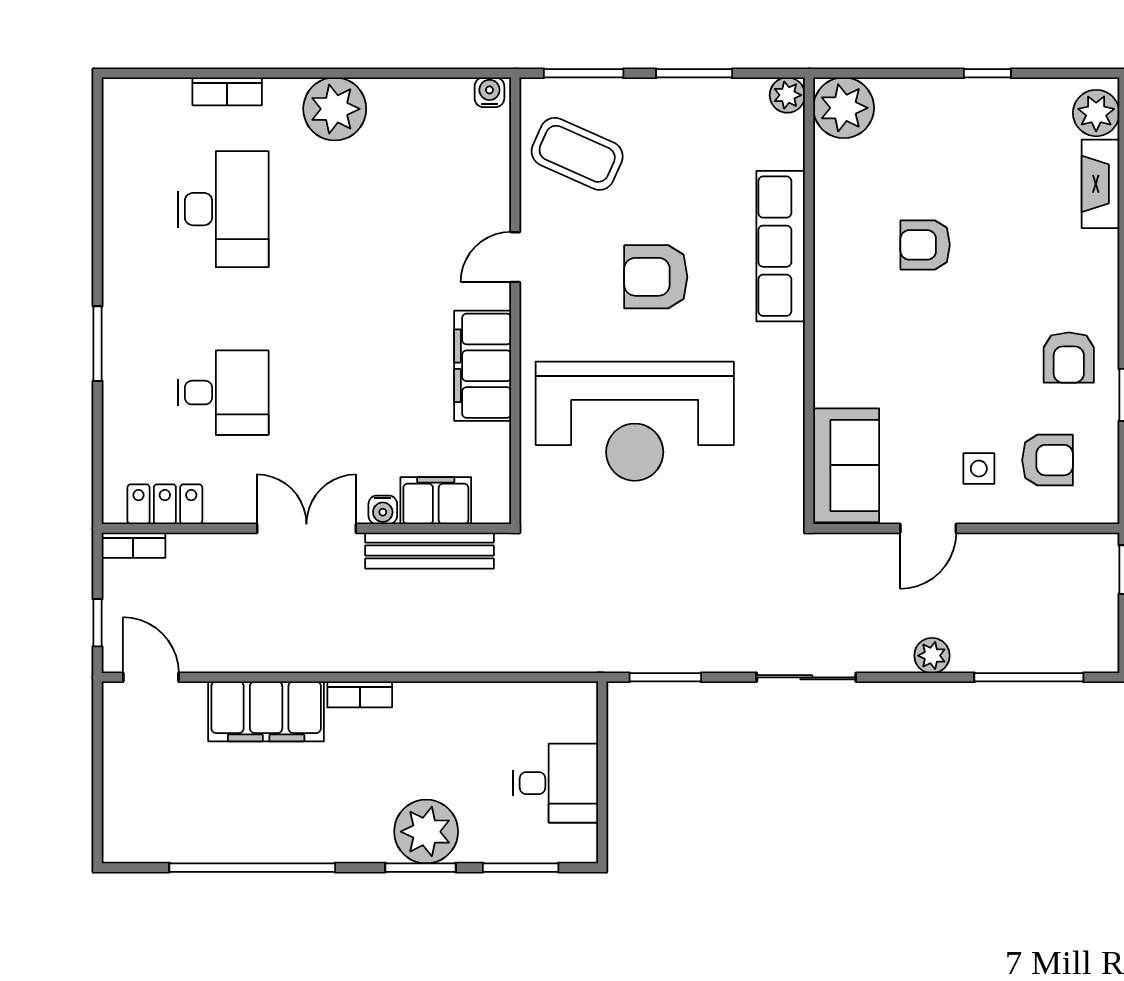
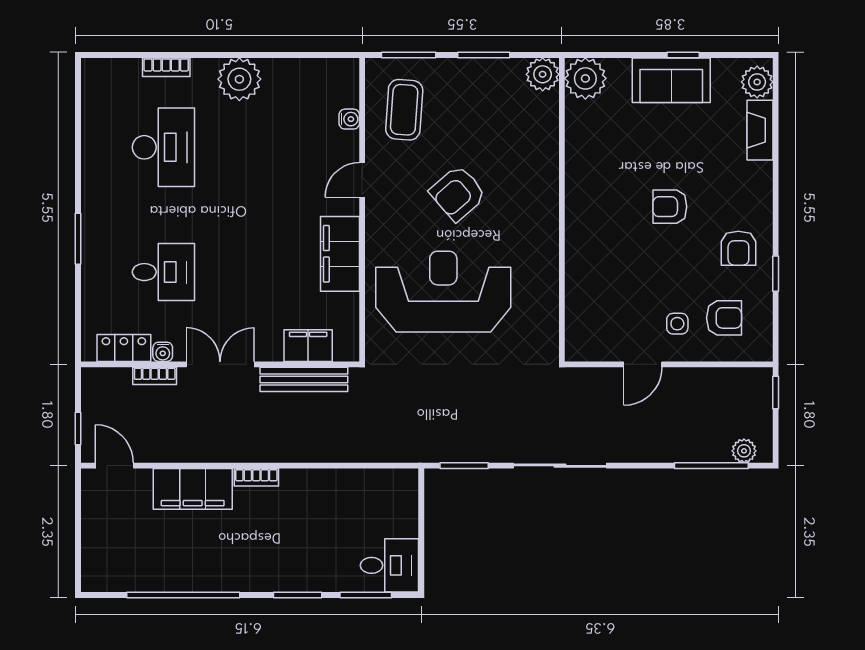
water cooler: (489, 92) -> (349, 119), moved, turned 90
plant: (787, 95) -> (543, 74), width x1.38, depth x1.38
coffee table: (577, 154) -> (404, 110), turned 70
armchair: (925, 245) -> (670, 207), moved
row of seats: (781, 246) -> (543, 172), removed
armchair: (656, 277) -> (458, 193), turned -41
reception desk: (635, 421) -> (443, 292), turned 180
sofa: (846, 465) -> (671, 80), moved, turned 90
water cooler: (383, 510) -> (163, 352), moved
bookcase: (133, 545) -> (155, 376), moved
plant: (932, 656) -> (744, 451), moved
sliding door: (806, 677) -> (560, 466), width x1.37
desk: (555, 783) -> (389, 565), moved
plant: (426, 832) -> (302, 570), removed

